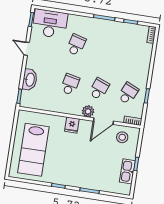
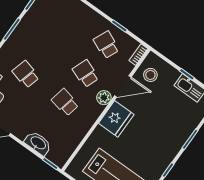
door: (103, 121) -> (123, 86), hinge flipped
fridge: (72, 125) -> (116, 119), width x1.88, depth x1.34

